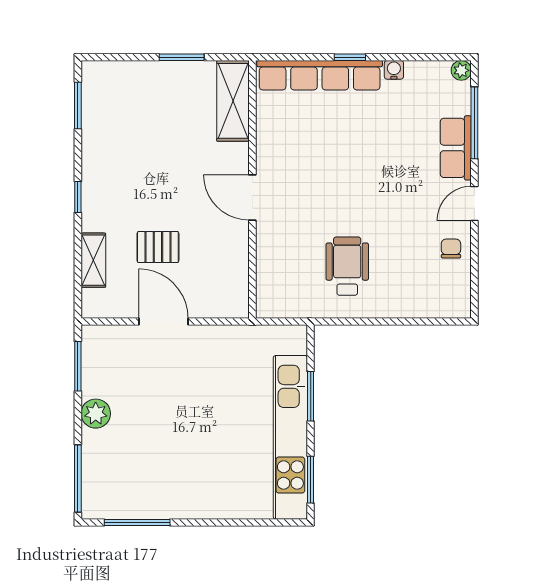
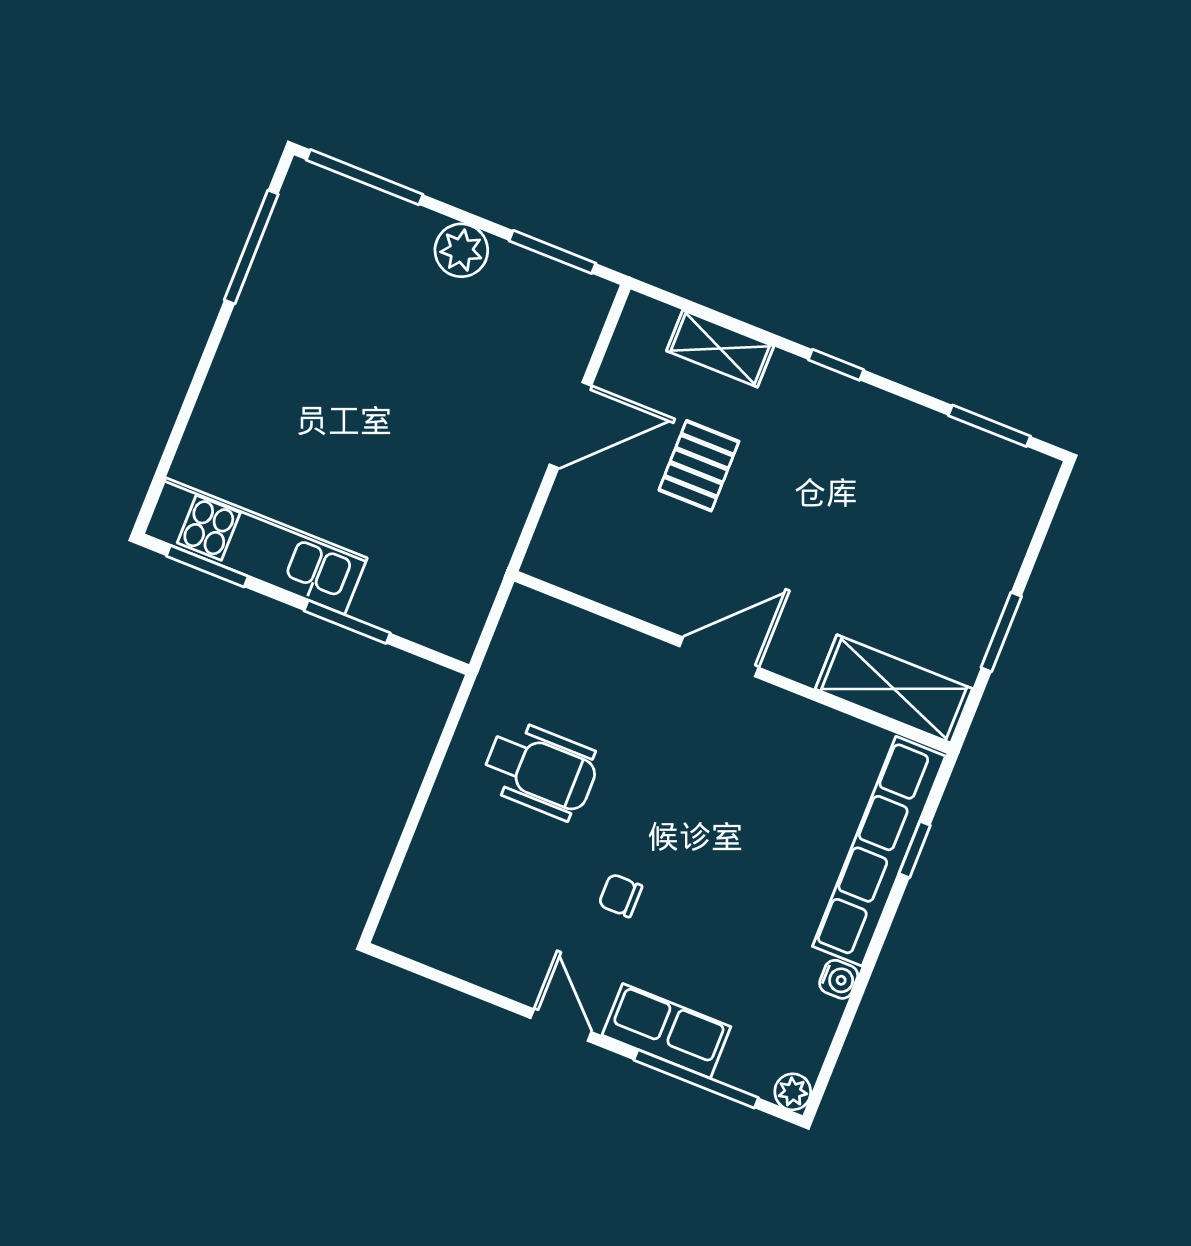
window: (350, 57) -> (915, 850), moved
chair: (451, 249) -> (620, 895), moved, turned 180
kitchen unit: (290, 437) -> (255, 546), width x0.73

